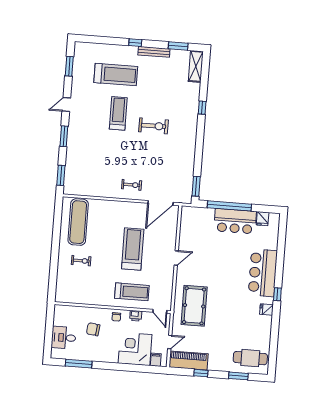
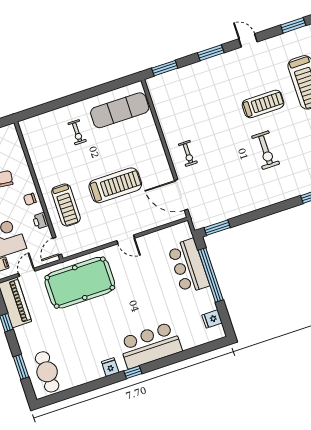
bar counter: (235, 221) -> (188, 266), moved
pool table: (194, 306) -> (80, 283), width x1.36, depth x1.32
door: (170, 342) -> (27, 272), swing flipped

